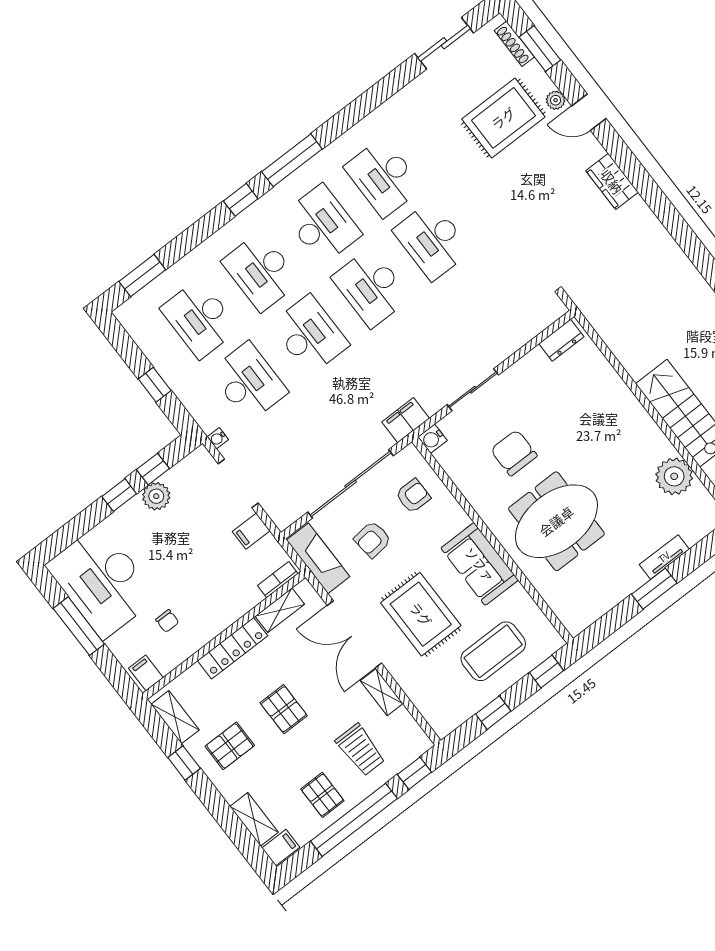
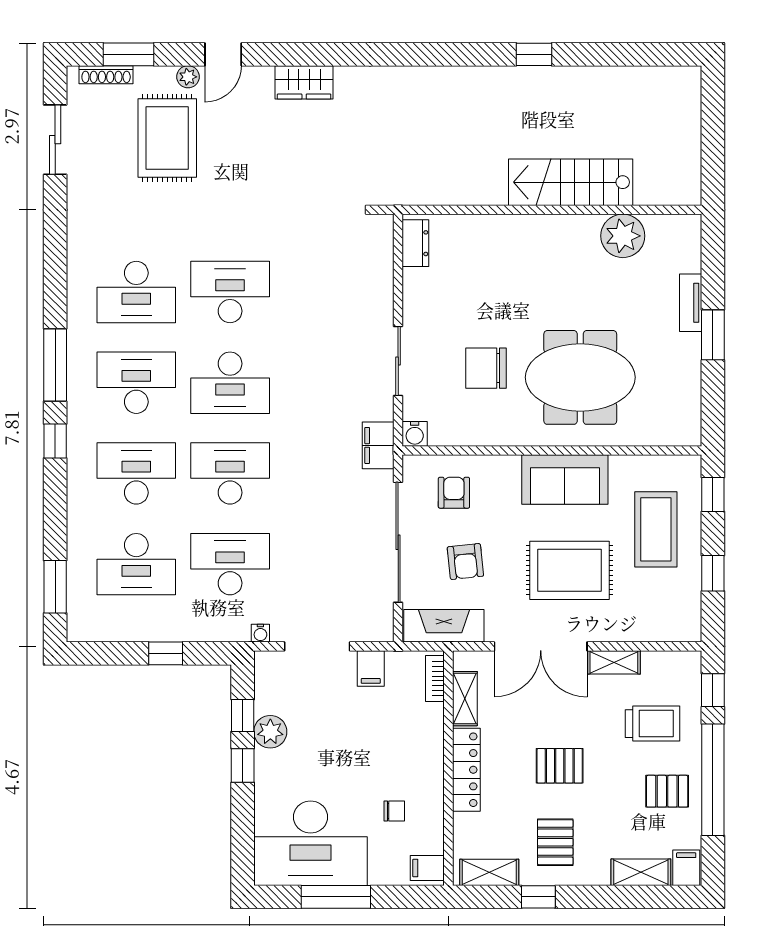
desk: (432, 240) -> (230, 292), turned 180
desk: (261, 271) -> (136, 473), turned 180
meeting table: (556, 521) -> (580, 377), turned 90

